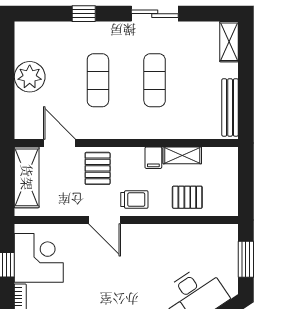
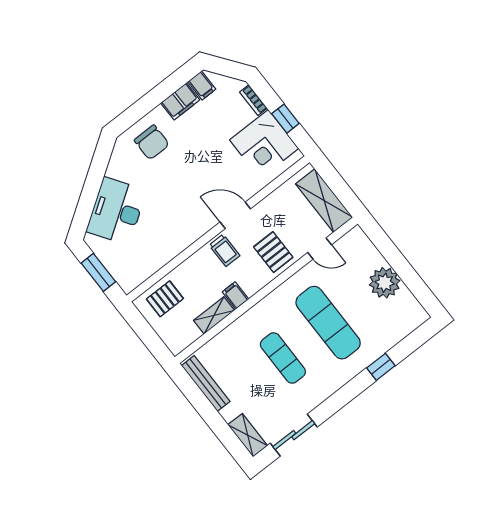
sliding door: (155, 14) -> (294, 435), moved
exercise mat: (98, 80) -> (328, 323), width x1.36, depth x1.45
door: (59, 143) -> (320, 249), width x0.73
pallet: (187, 197) -> (165, 299), moved
trolley: (134, 200) -> (224, 250), turned -90

